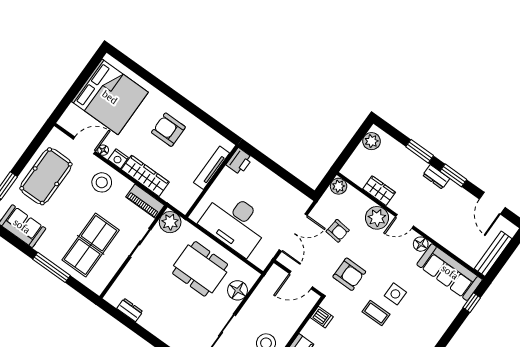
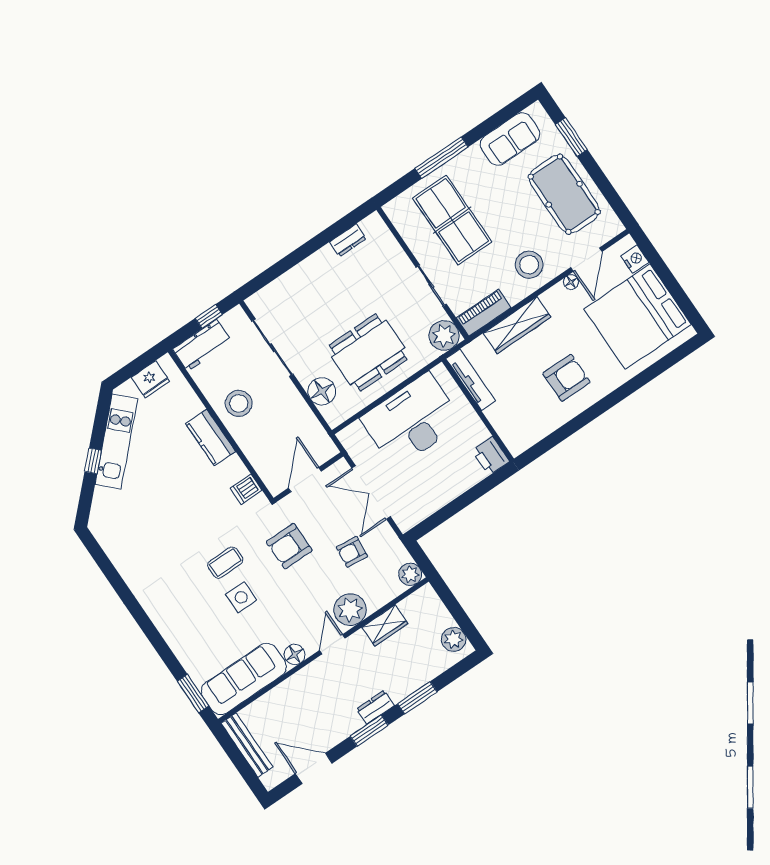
nightstand: (118, 159) -> (635, 259), moved, turned 90
tv unit: (212, 168) -> (471, 380), moved
window: (472, 303) -> (193, 693), width x1.50

